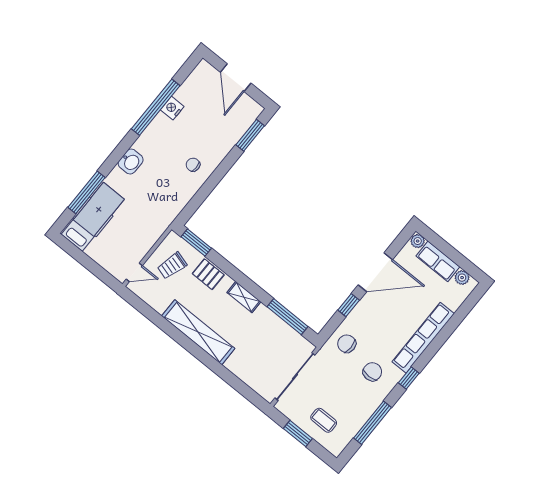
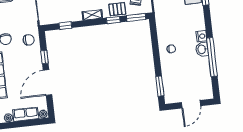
door: (236, 78) -> (191, 104), swing flipped
nightstand: (172, 108) -> (201, 36), moved
washbasin: (131, 162) -> (202, 49), moved
window: (226, 267) -> (113, 20), added
window: (287, 317) -> (65, 26), width x0.46

